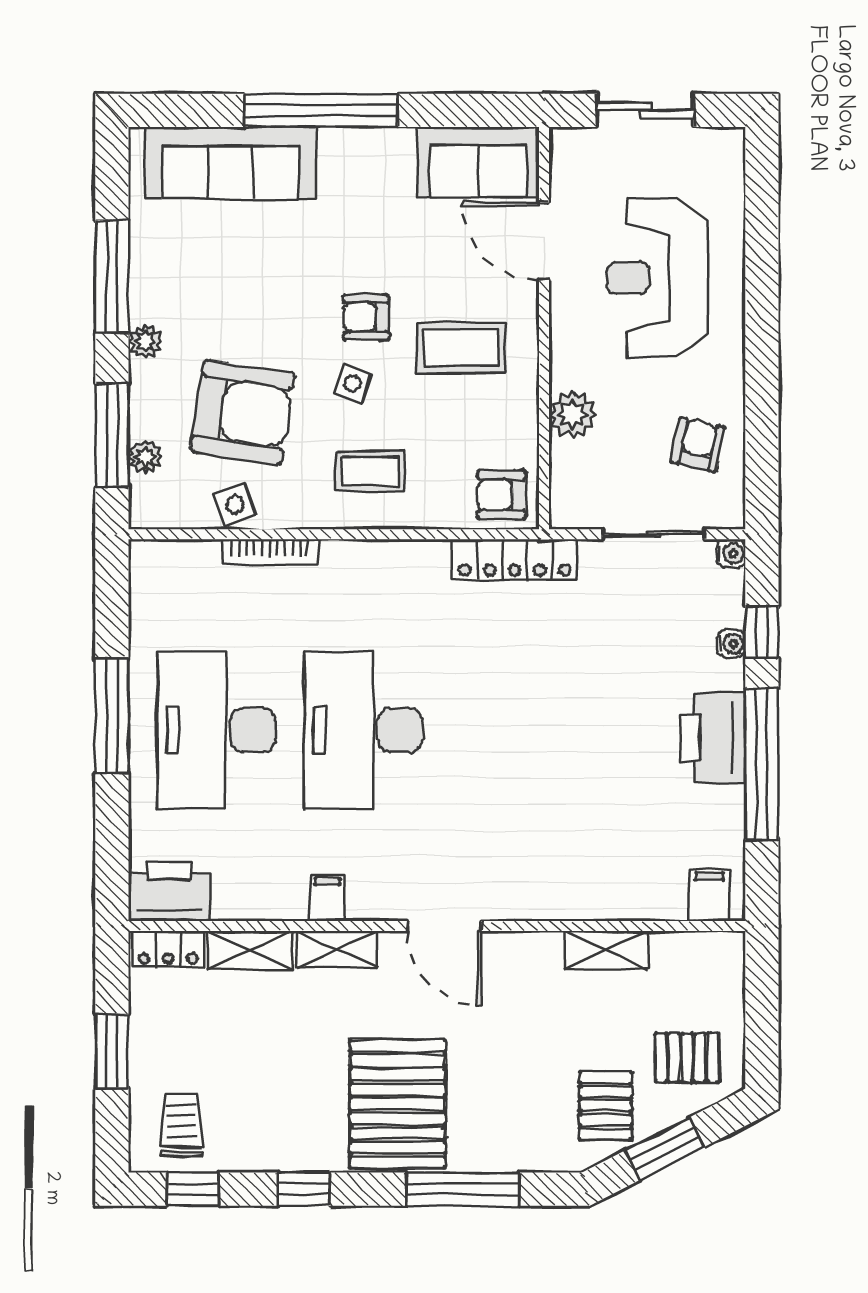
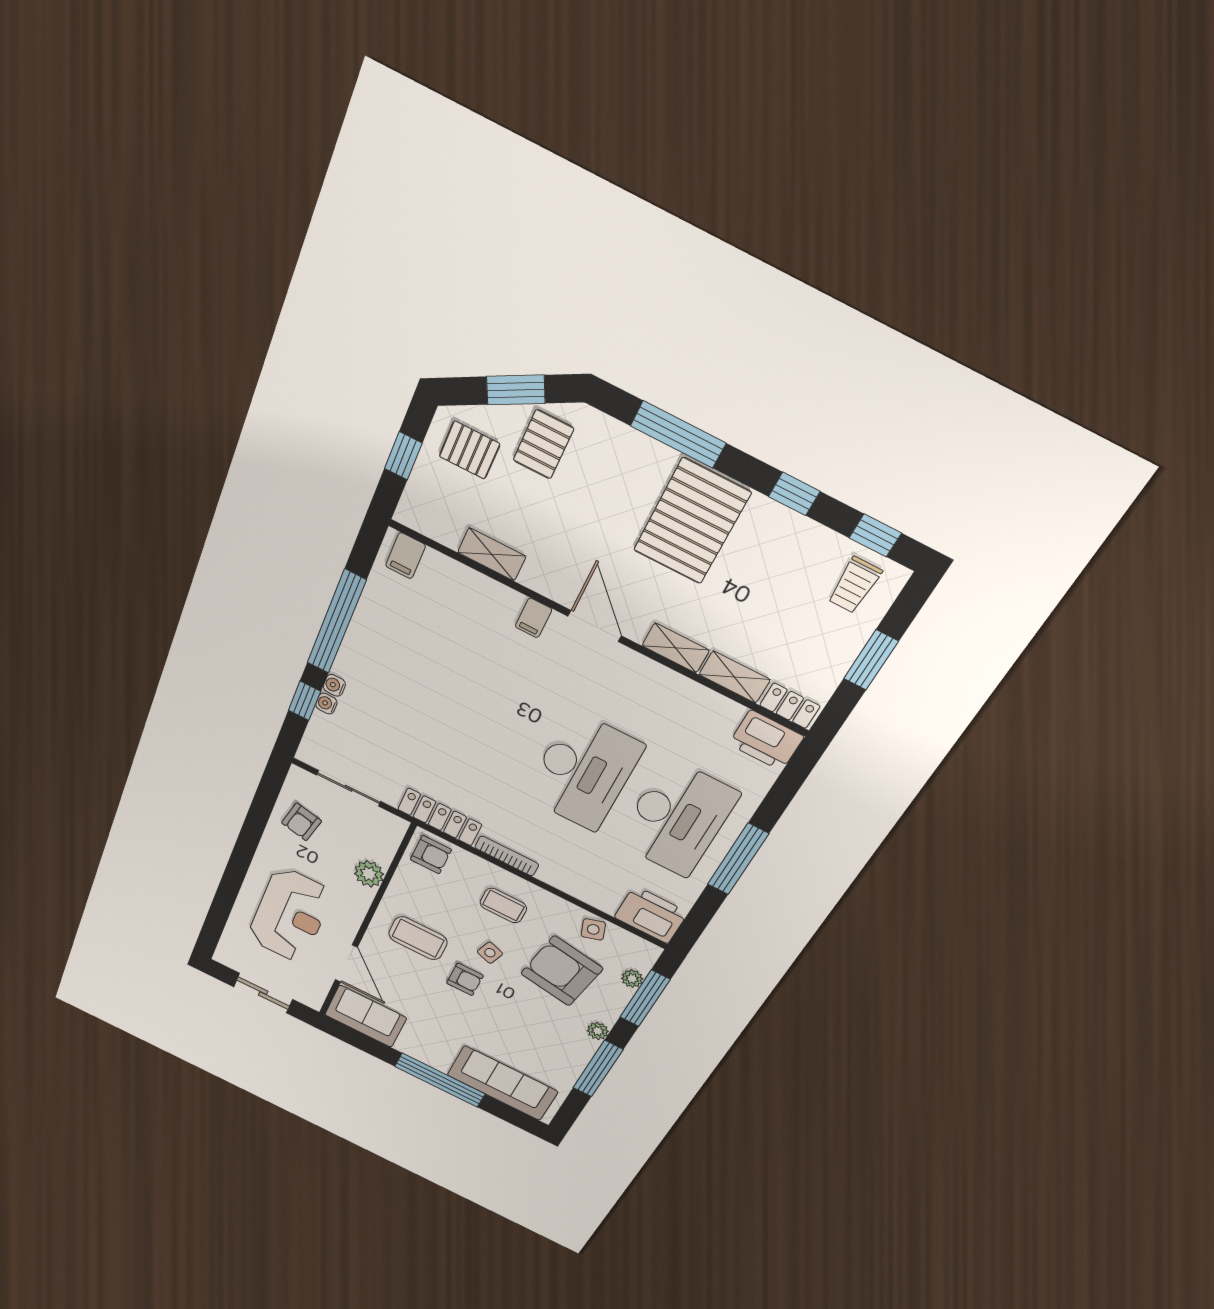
bookcase: (270, 551) -> (507, 856), moved
water cooler: (731, 554) -> (334, 685), moved
printer: (713, 738) -> (651, 915), moved, turned -90
filing cabinet: (327, 898) -> (533, 618), moved
window: (762, 1013) -> (403, 456), added

